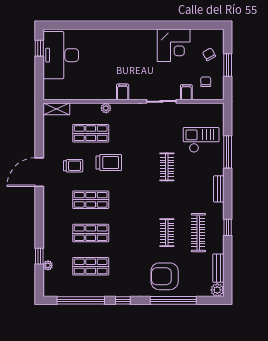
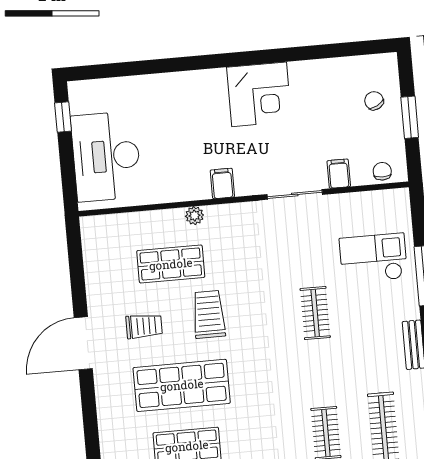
corner desk: (174, 45) -> (259, 94), moved
desk: (61, 55) -> (106, 156), moved
chair: (206, 82) -> (382, 171), moved
shelving: (56, 109) -> (104, 225), removed
trolley: (109, 163) -> (209, 314), turned -90
shop shelf: (91, 200) -> (182, 385), width x1.43, depth x1.36

